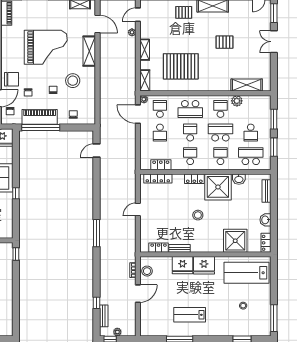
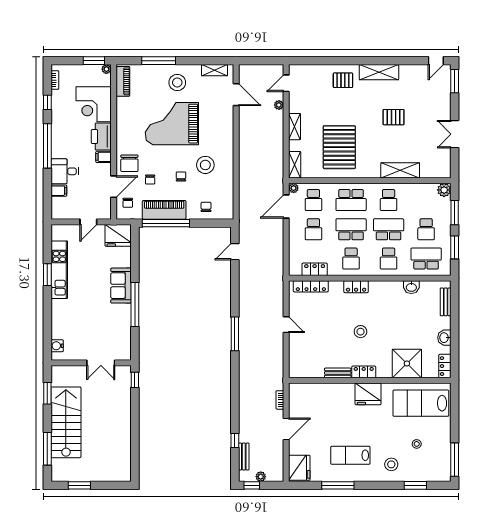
stool: (50, 14) -> (177, 82), added
double door: (274, 42) -> (455, 134), moved
grand piano: (46, 47) -> (172, 124), turned 180
shelving: (89, 51) -> (226, 128), removed
pallet: (181, 66) -> (339, 147), turned 90
chair: (11, 79) -> (129, 163), turned 90
shelving: (247, 85) -> (400, 170), moved
plant: (237, 101) -> (444, 190), moved
school desk: (160, 109) -> (313, 200), turned 180
school desk: (220, 109) -> (389, 200), turned 180
door: (138, 114) -> (286, 206), hinge flipped
school desk: (190, 133) -> (351, 229), width x1.85
school desk: (190, 156) -> (351, 259), turned 180
school desk: (220, 156) -> (389, 259), turned 180
shower: (218, 187) -> (385, 297), removed
window: (16, 193) -> (135, 304), width x3.17
door: (138, 209) -> (286, 325), swing flipped
window: (96, 233) -> (235, 334), moved
locker: (159, 248) -> (364, 372), moved
fridge: (183, 265) -> (299, 468), moved, turned -90
stool: (147, 271) -> (391, 464), moved

